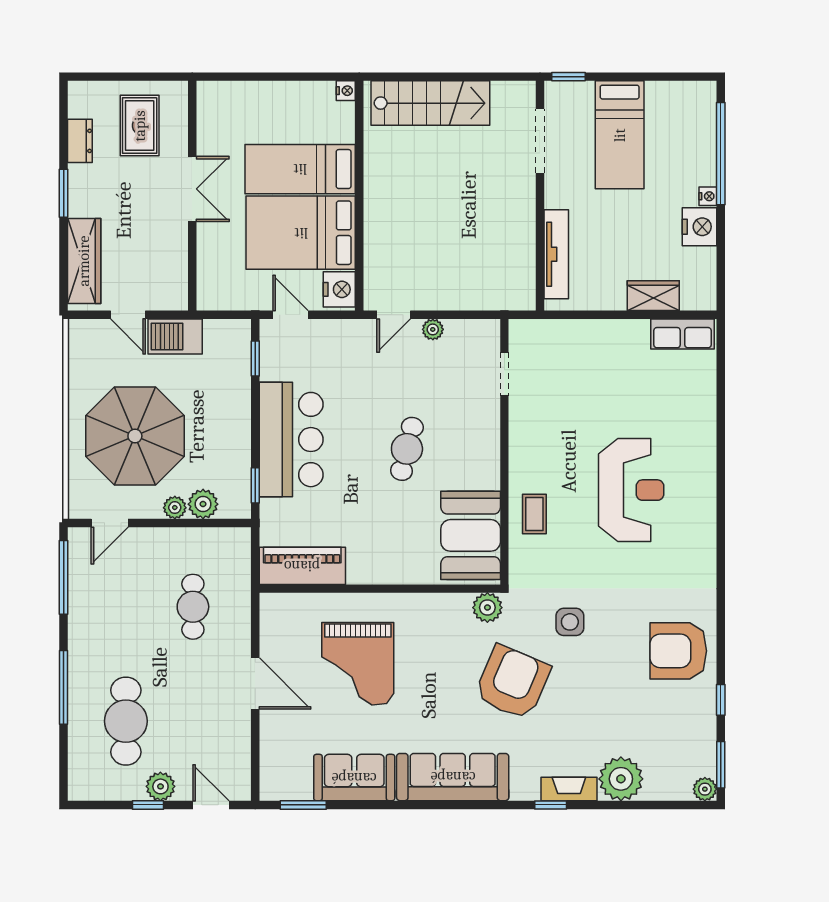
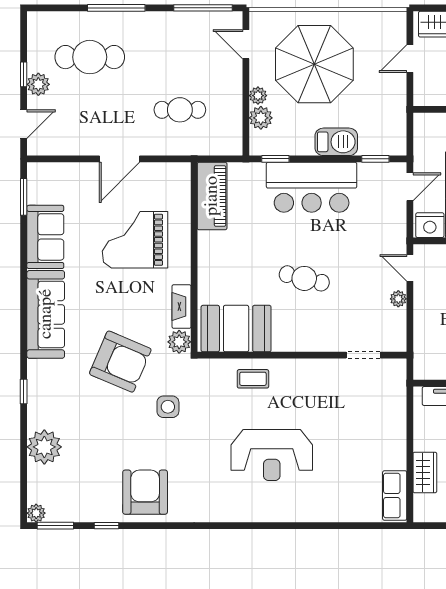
barbecue: (175, 337) -> (336, 142), moved, turned 90
fireplace: (569, 789) -> (182, 307), moved, turned 180

